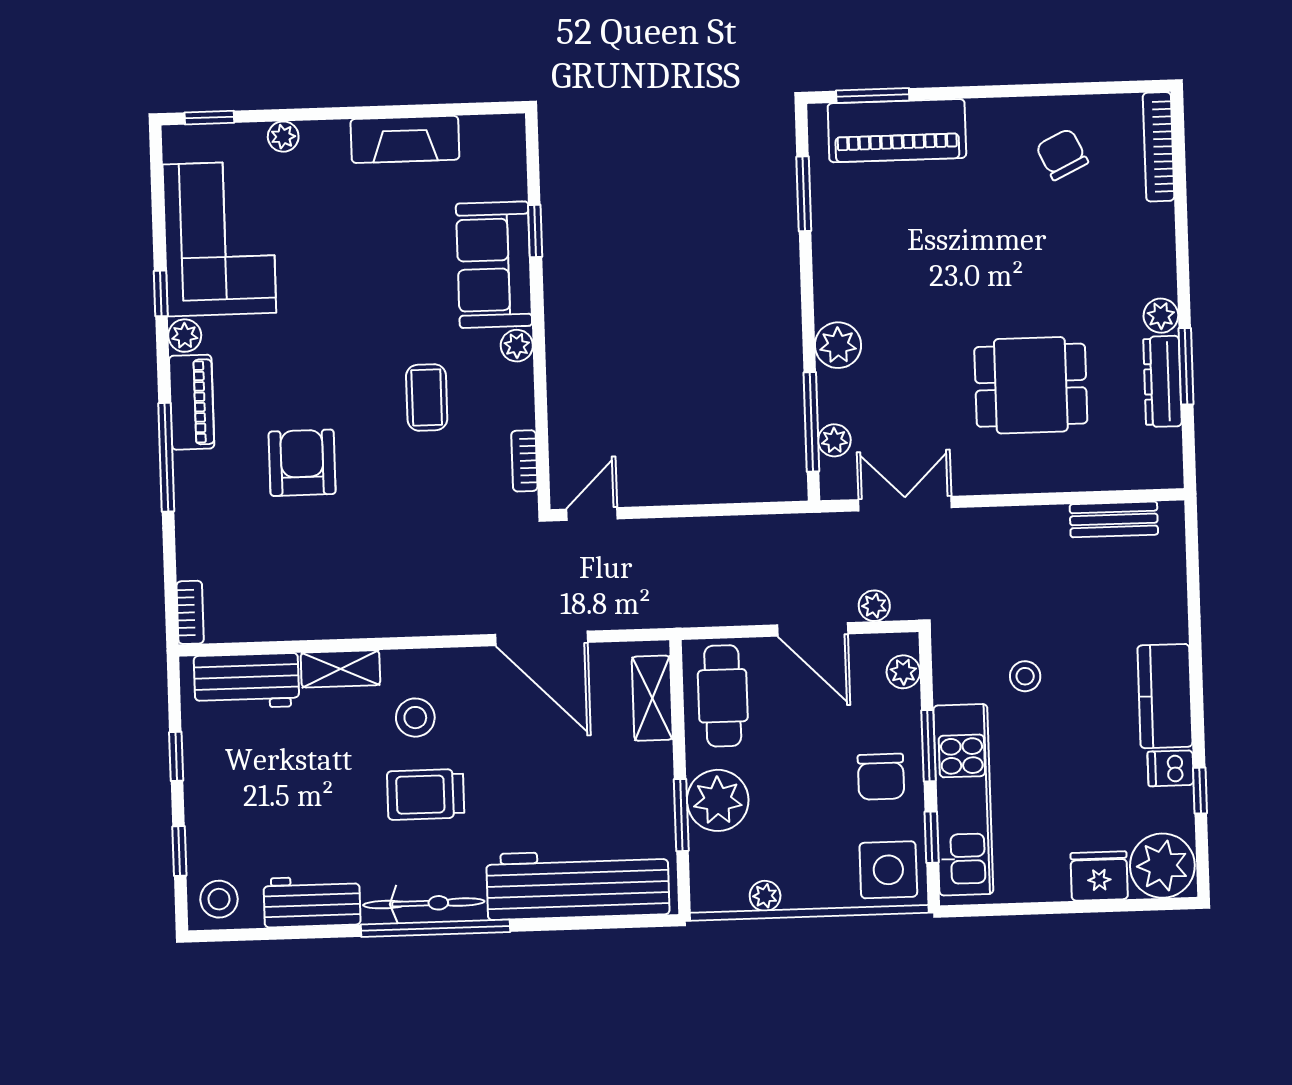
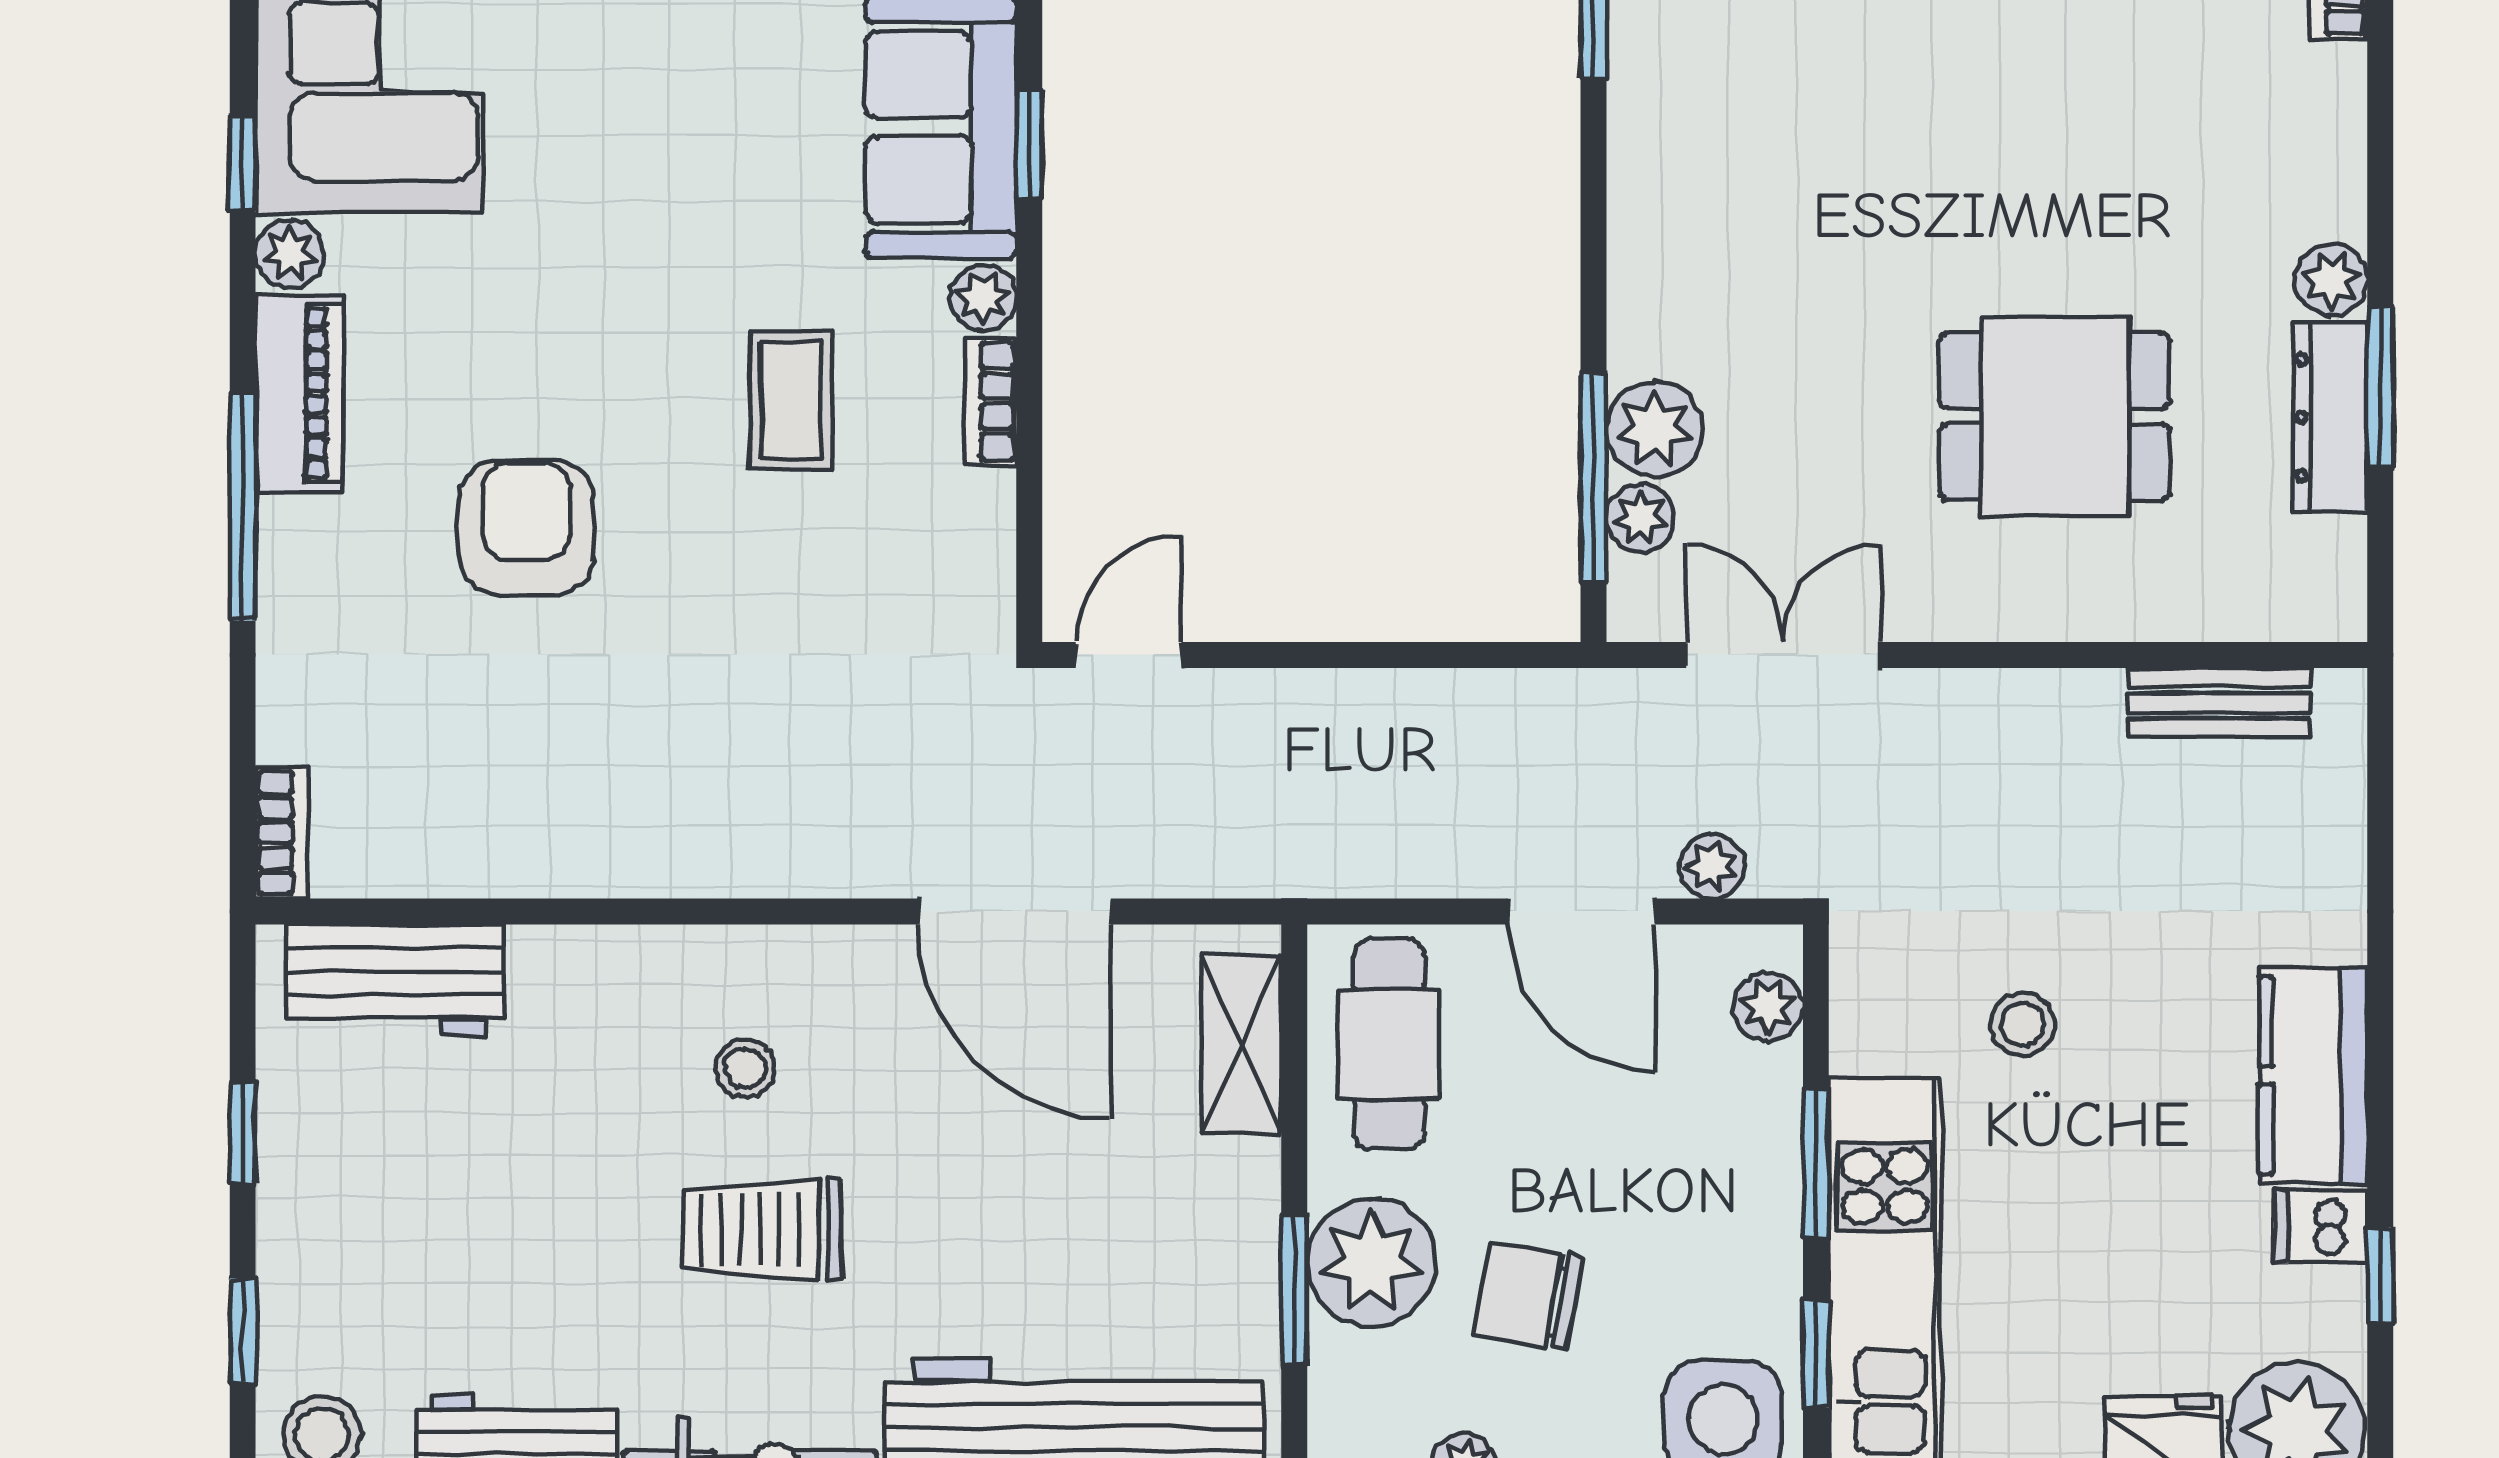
window: (535, 231) -> (1029, 145), moved
plant: (838, 345) -> (1654, 429), moved
bookcase: (524, 461) -> (991, 402), moved
shelving: (340, 669) -> (592, 961), removed
stool: (415, 718) -> (745, 1068), width x0.73, depth x0.73
chair: (881, 777) -> (1528, 1296), moved, turned 100

